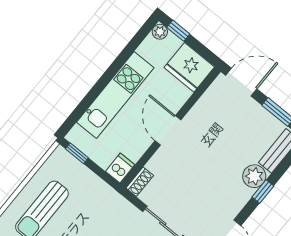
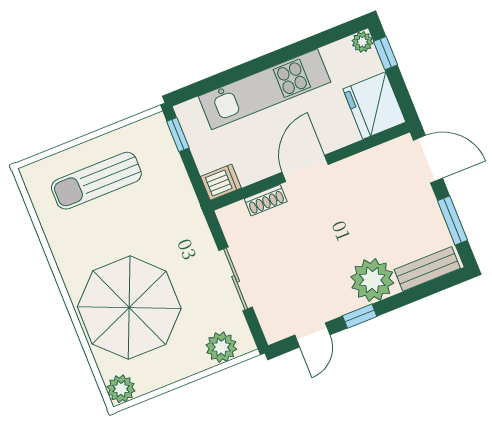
plant: (254, 176) -> (372, 280), width x1.36, depth x1.36
shoe rack: (140, 182) -> (266, 200), moved
window: (263, 191) -> (360, 316), moved

